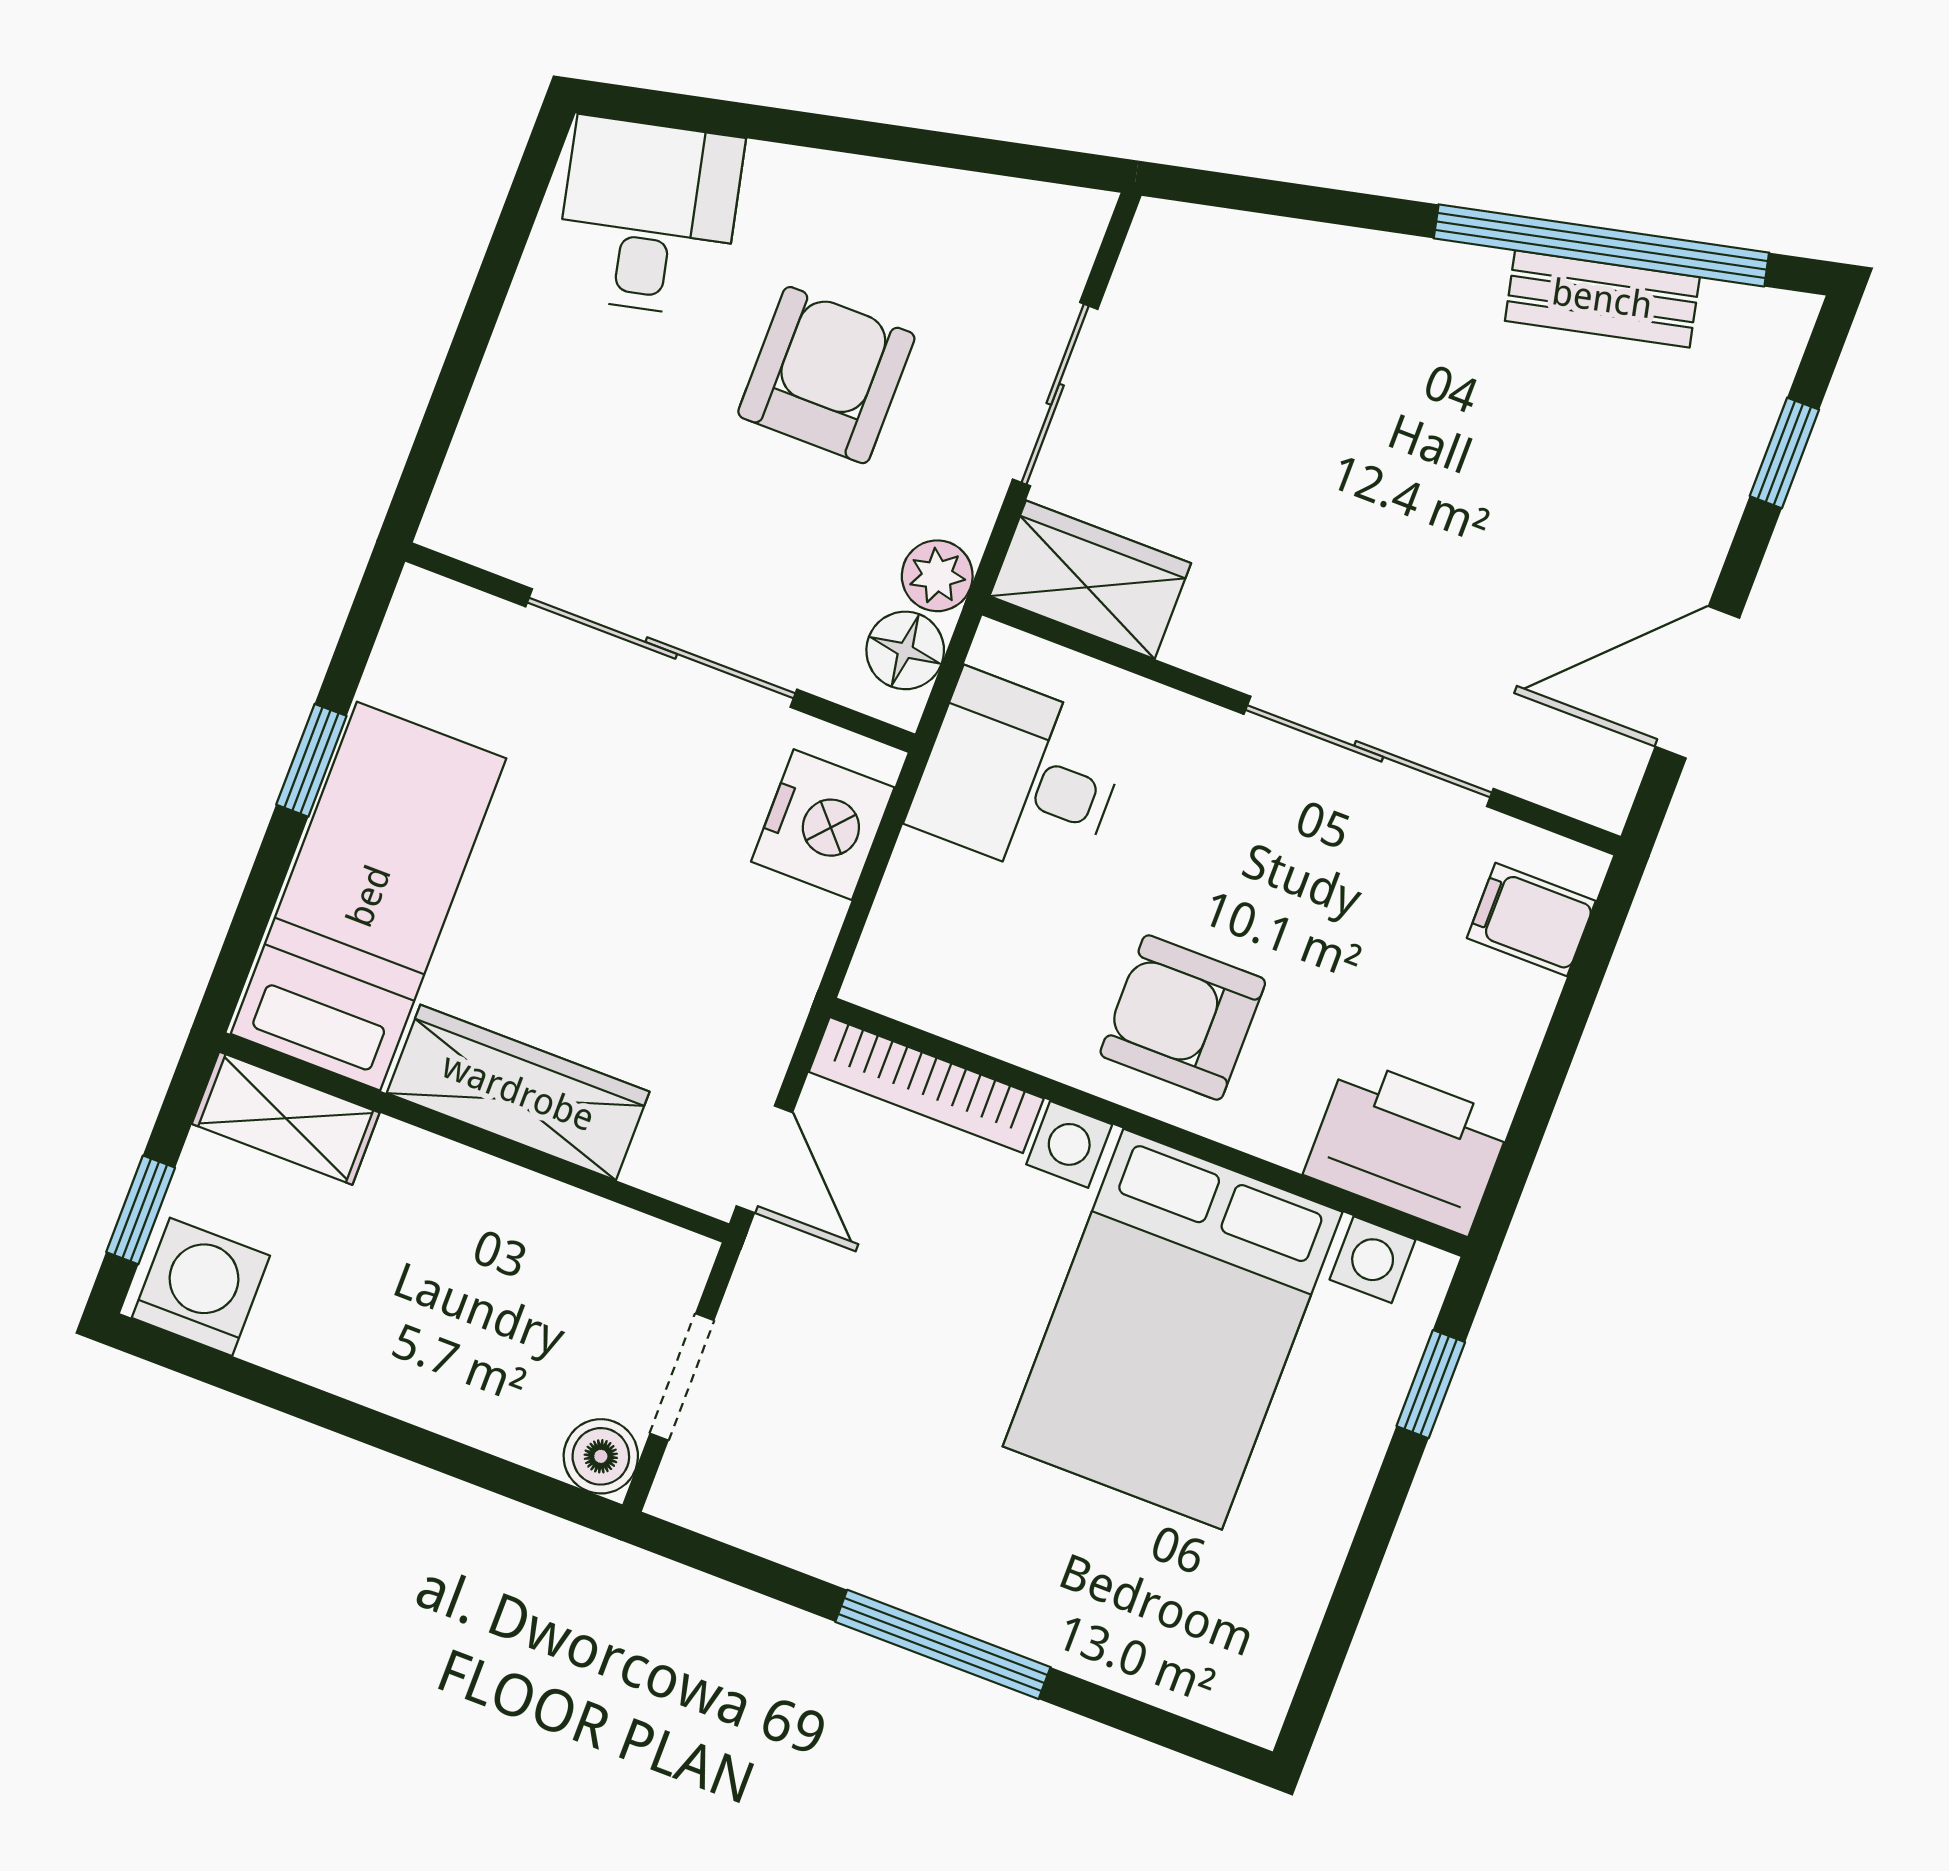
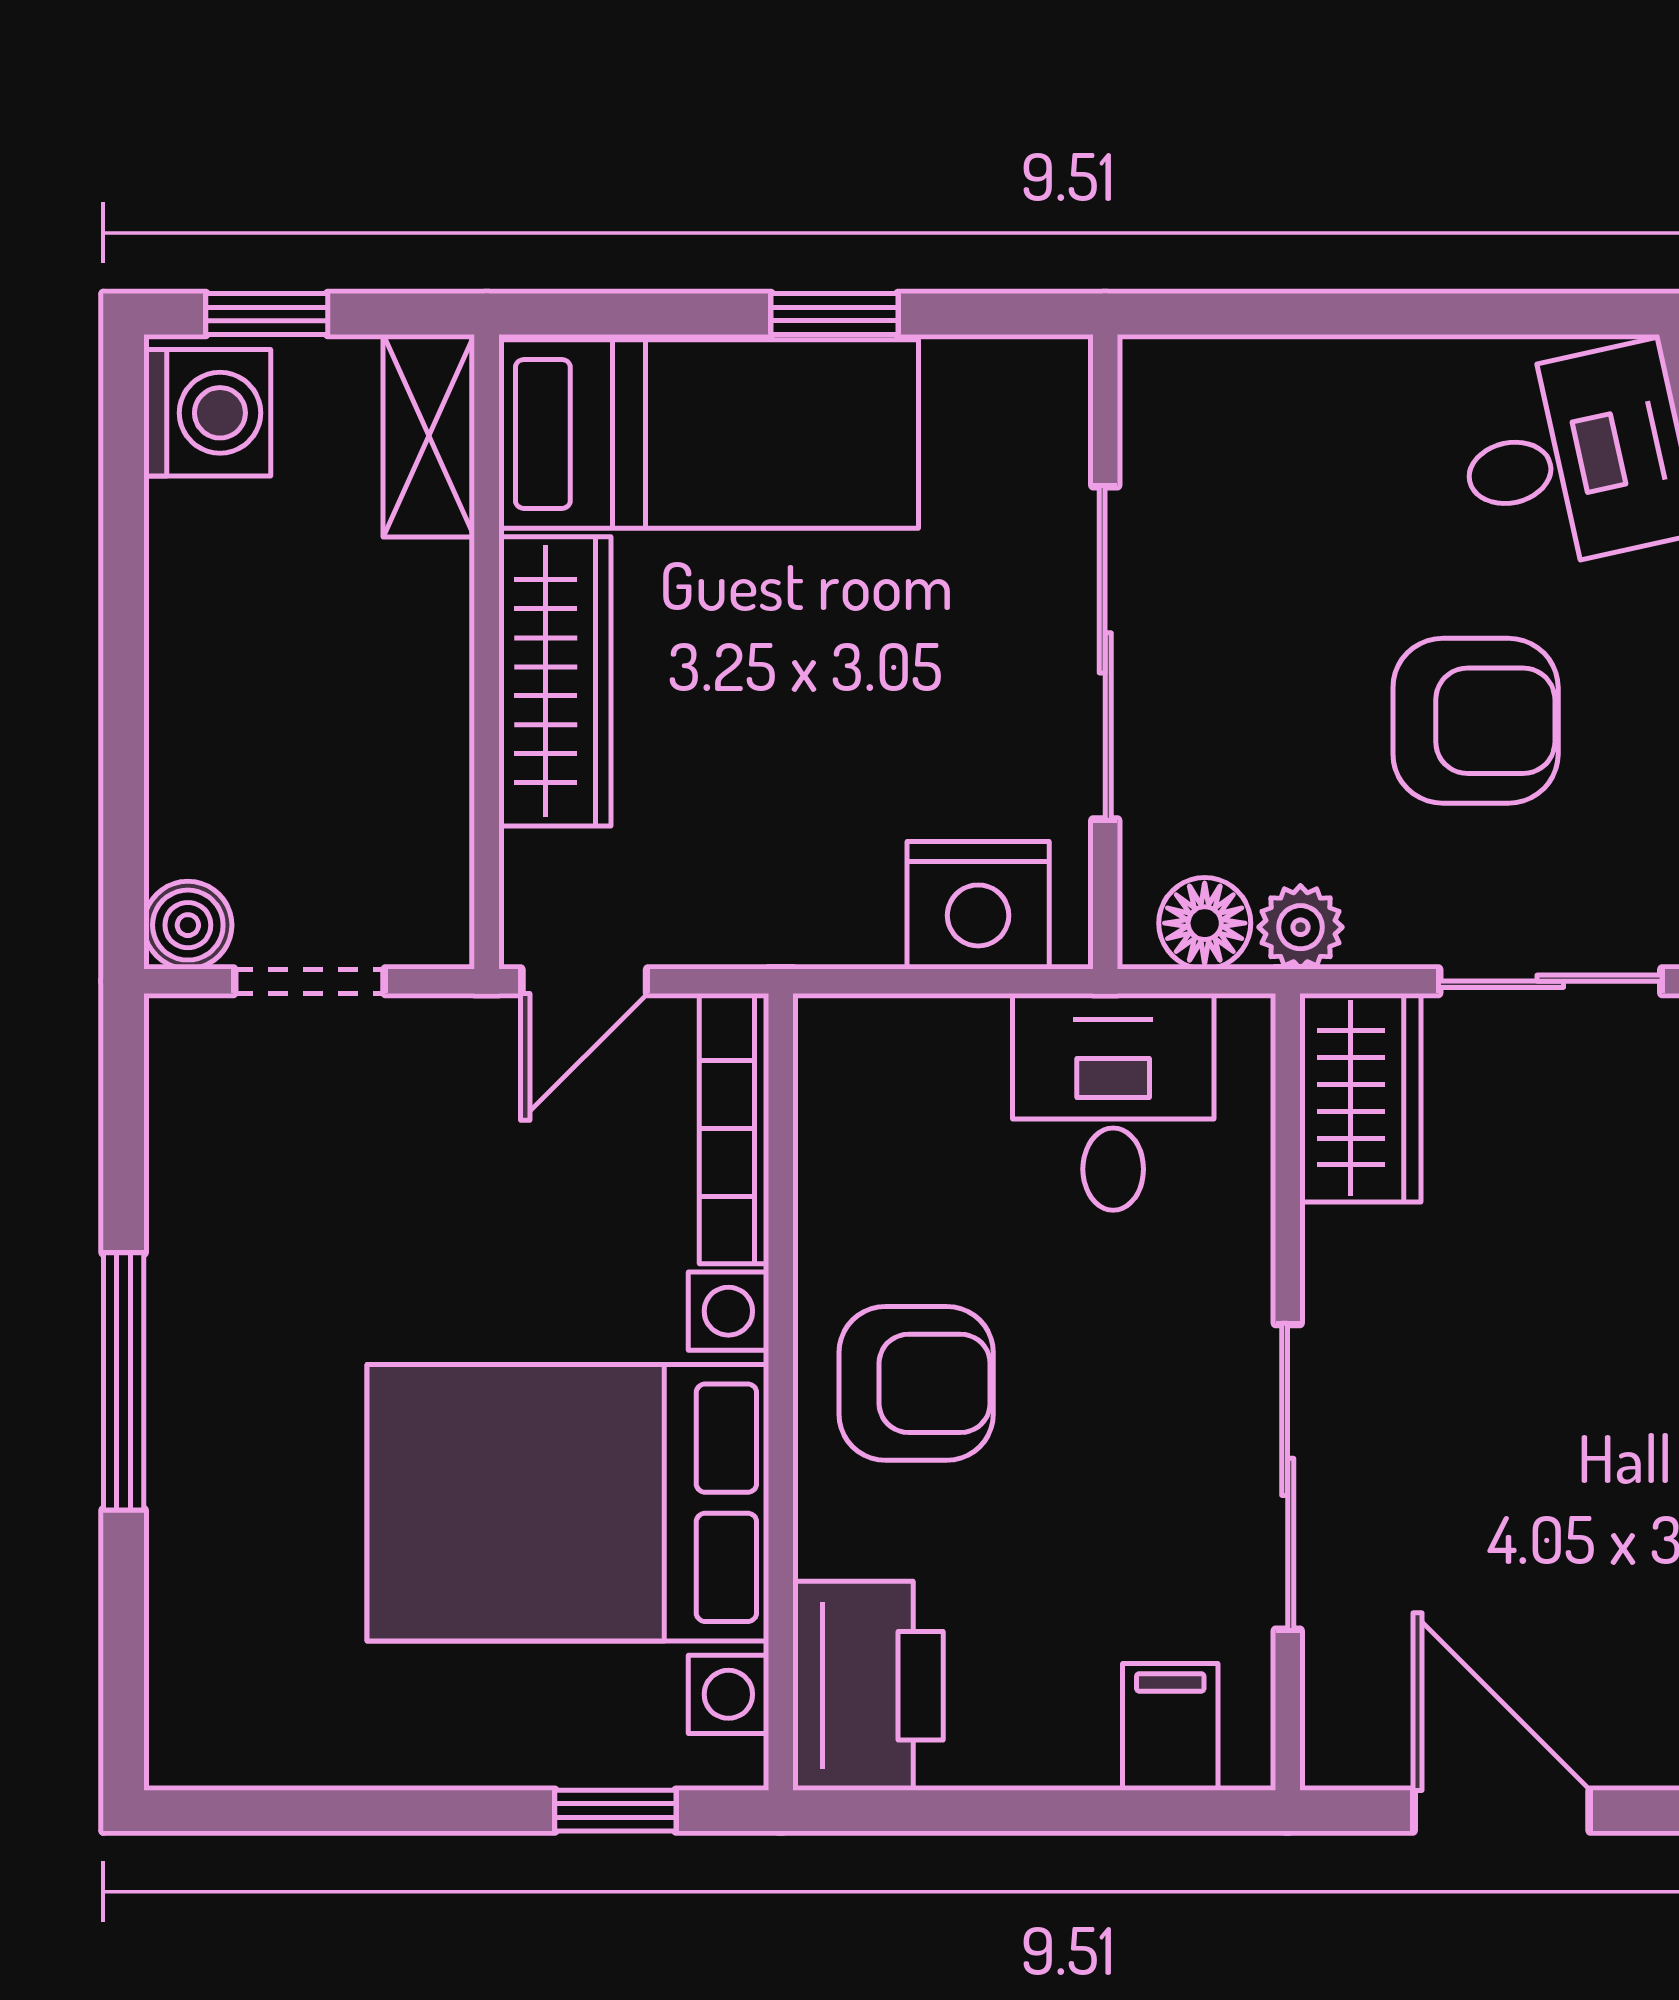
armchair: (1183, 1017) -> (916, 1383), turned 90

